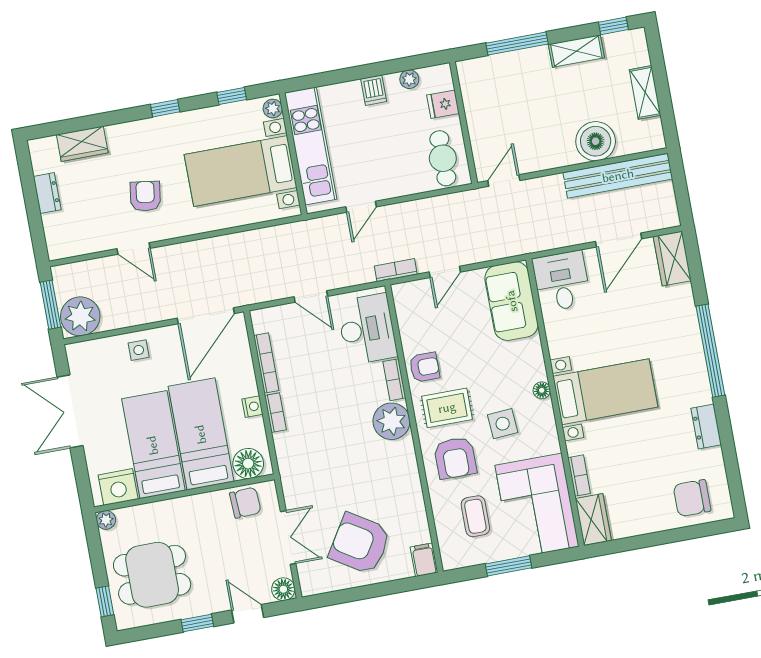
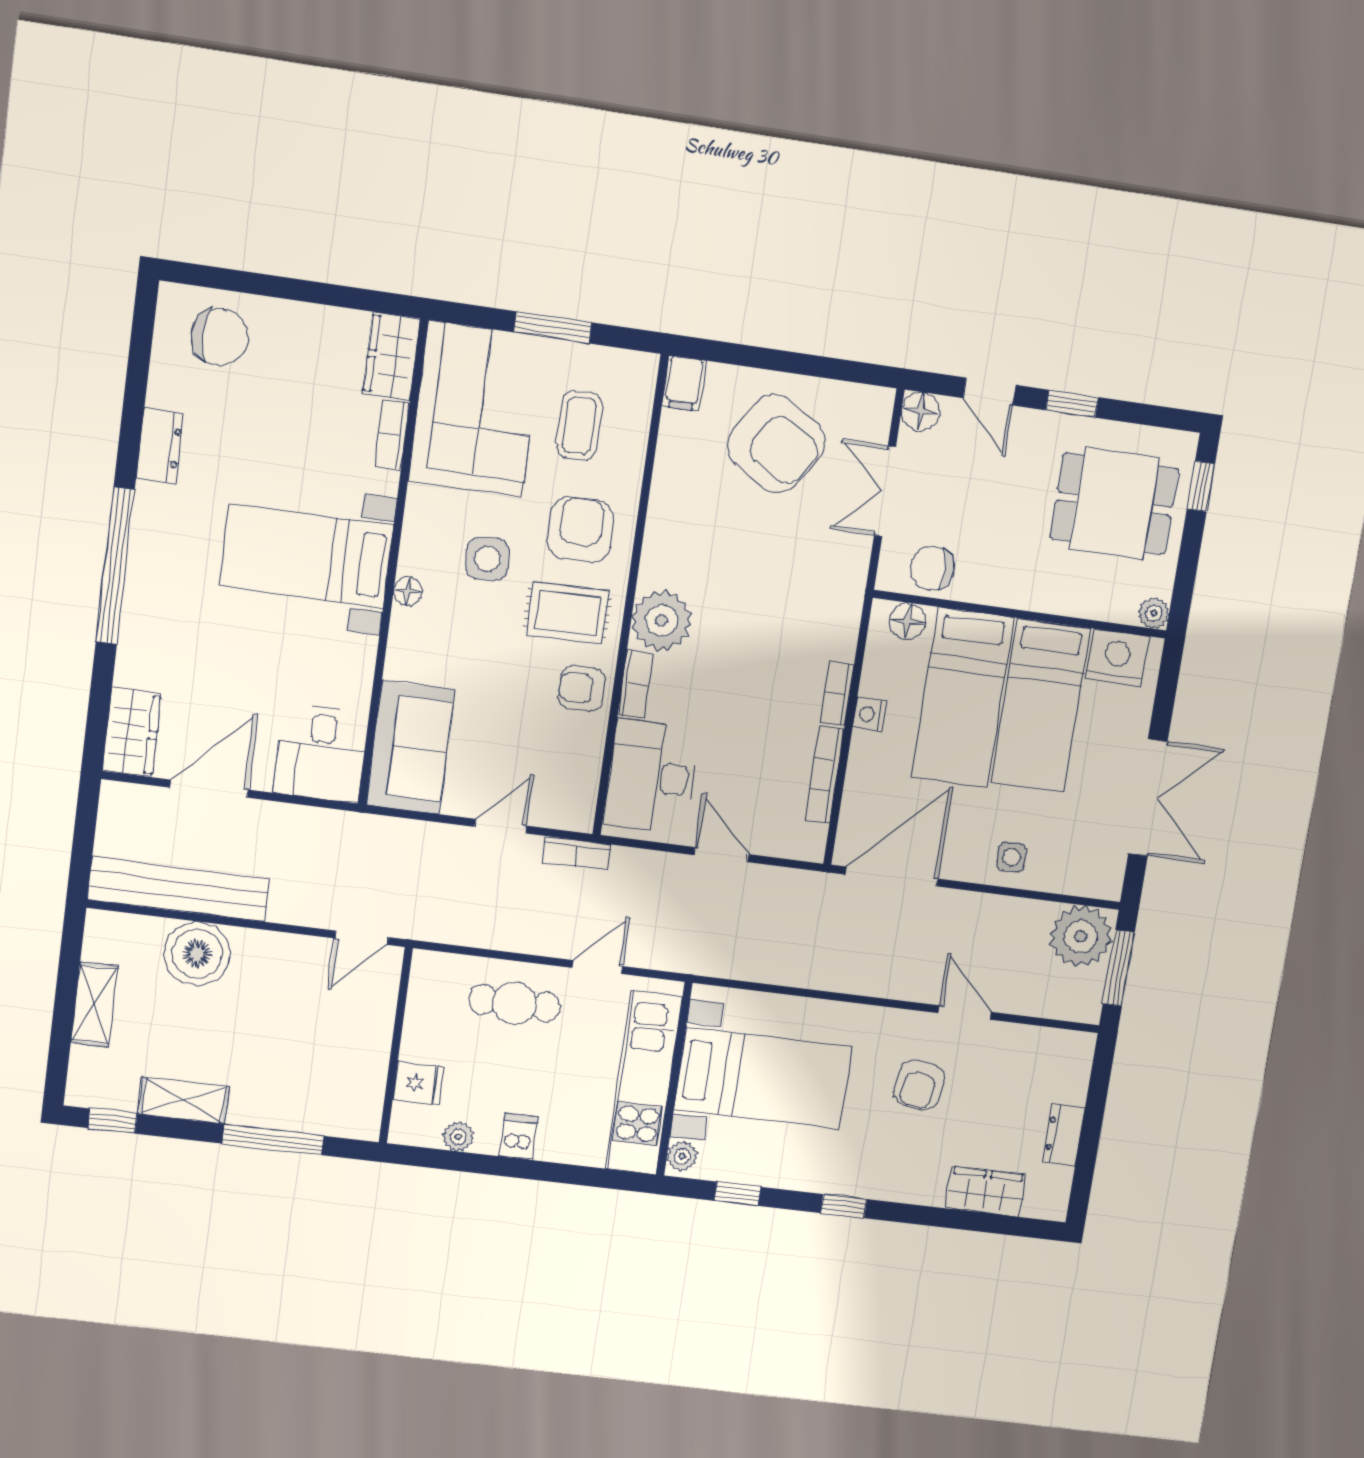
cafe table: (443, 158) -> (514, 1003), moved, turned 90
floor lamp: (248, 464) -> (907, 621), width x0.73, depth x0.73

